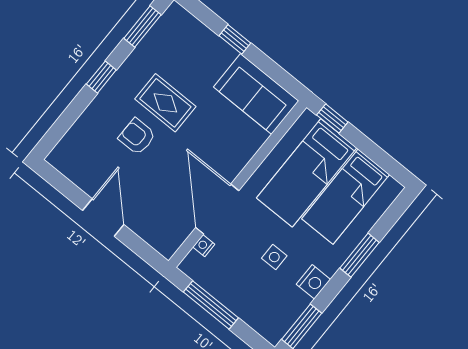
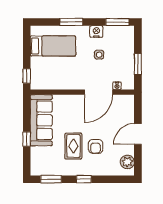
sofa: (256, 94) -> (41, 120), width x1.36
plant: (73, 166) -> (127, 162), added
bed: (307, 173) -> (56, 69), removed
window: (211, 305) -> (138, 64), width x0.69

